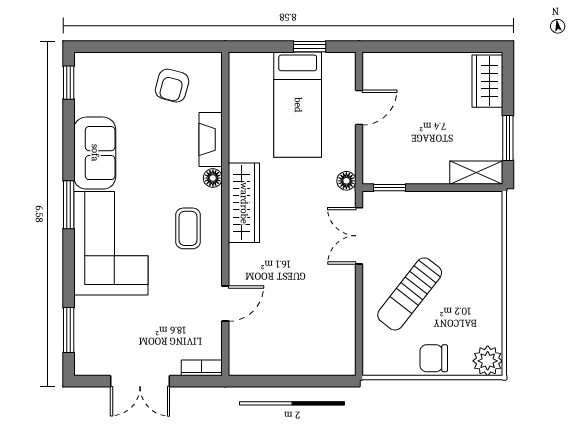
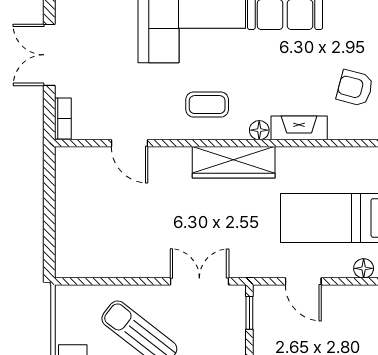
door: (359, 107) -> (303, 281), moved
floor lamp: (346, 181) -> (364, 268), moved

